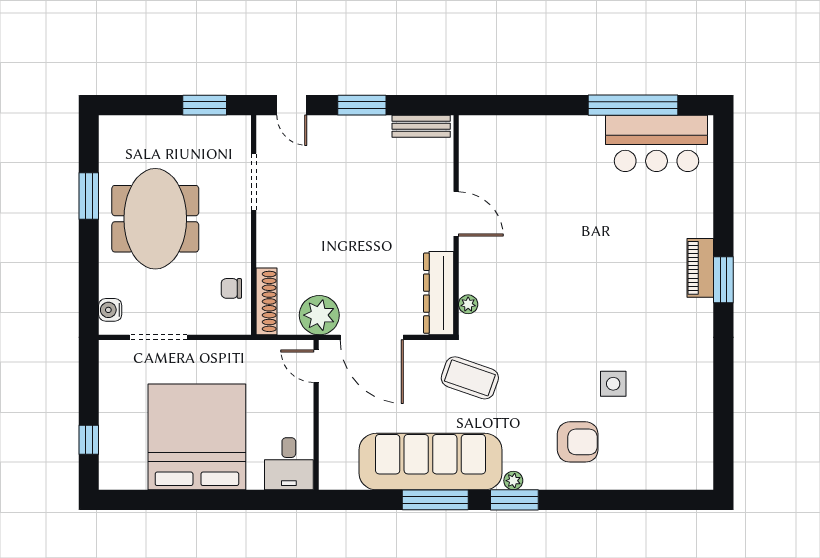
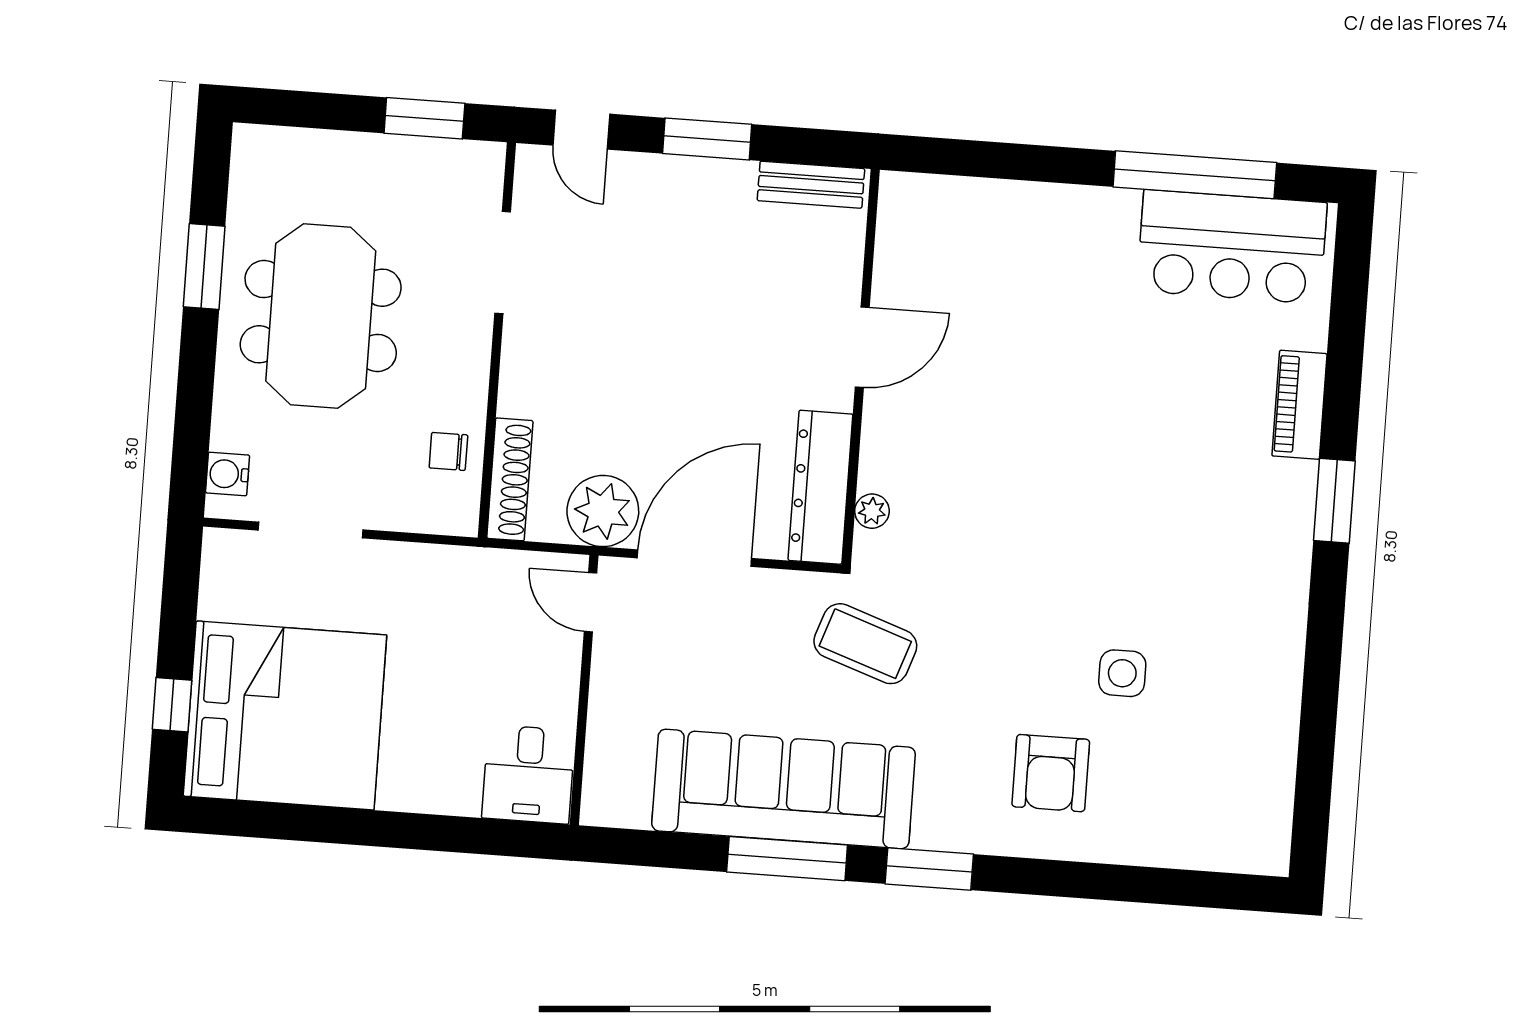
door: (456, 214) -> (862, 347), hinge flipped
piano: (700, 268) -> (1300, 405), moved
door: (372, 337) -> (694, 558), swing flipped
bed: (197, 437) -> (285, 715), moved, turned 90
armchair: (578, 442) -> (1051, 773), turned 90
plant: (513, 481) -> (930, 834), removed

